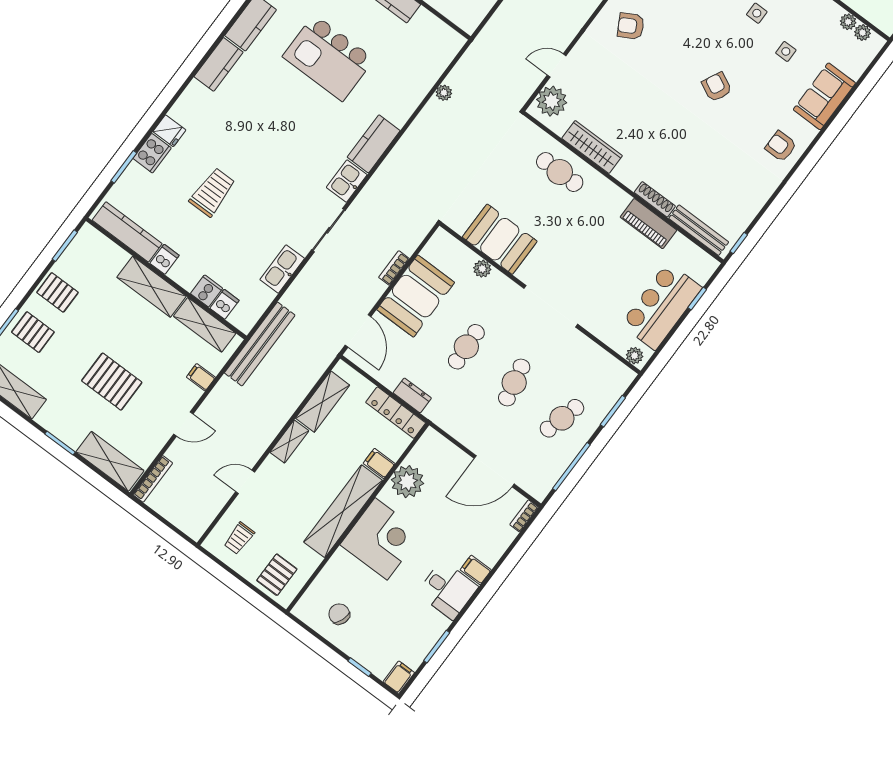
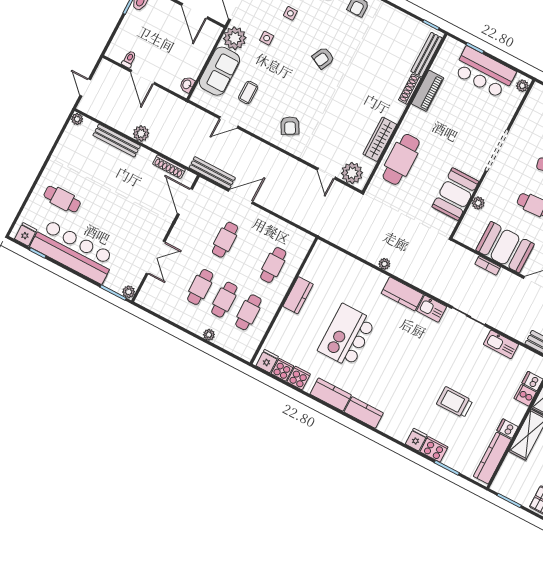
kitchen island: (328, 58) -> (347, 336), turned 180
plant: (444, 93) -> (384, 264), moved
cafe table: (560, 172) -> (401, 159), width x1.37, depth x1.35

